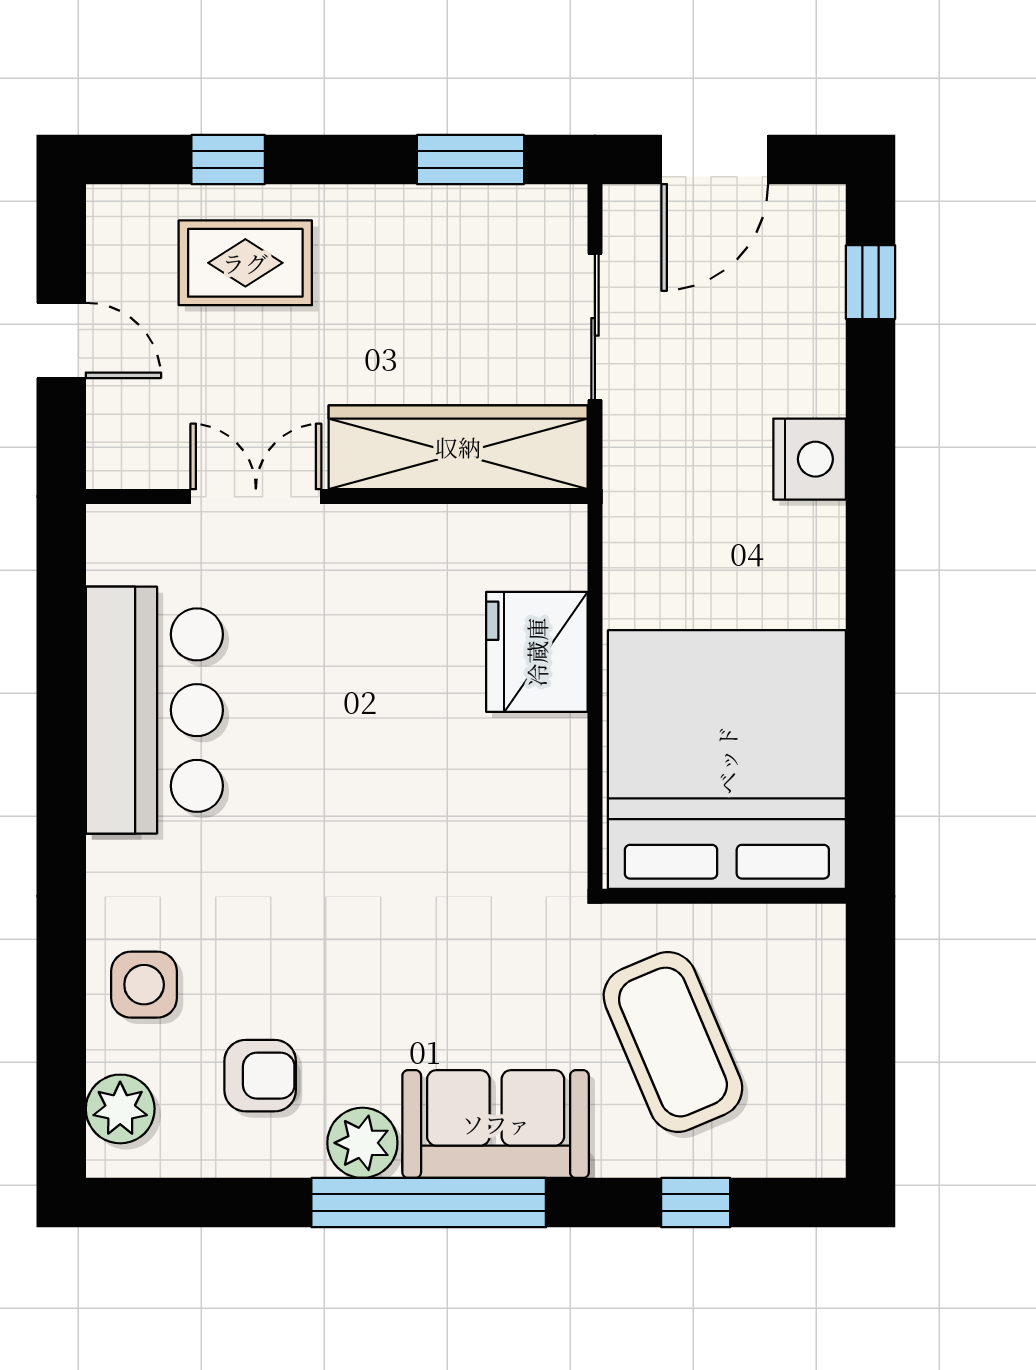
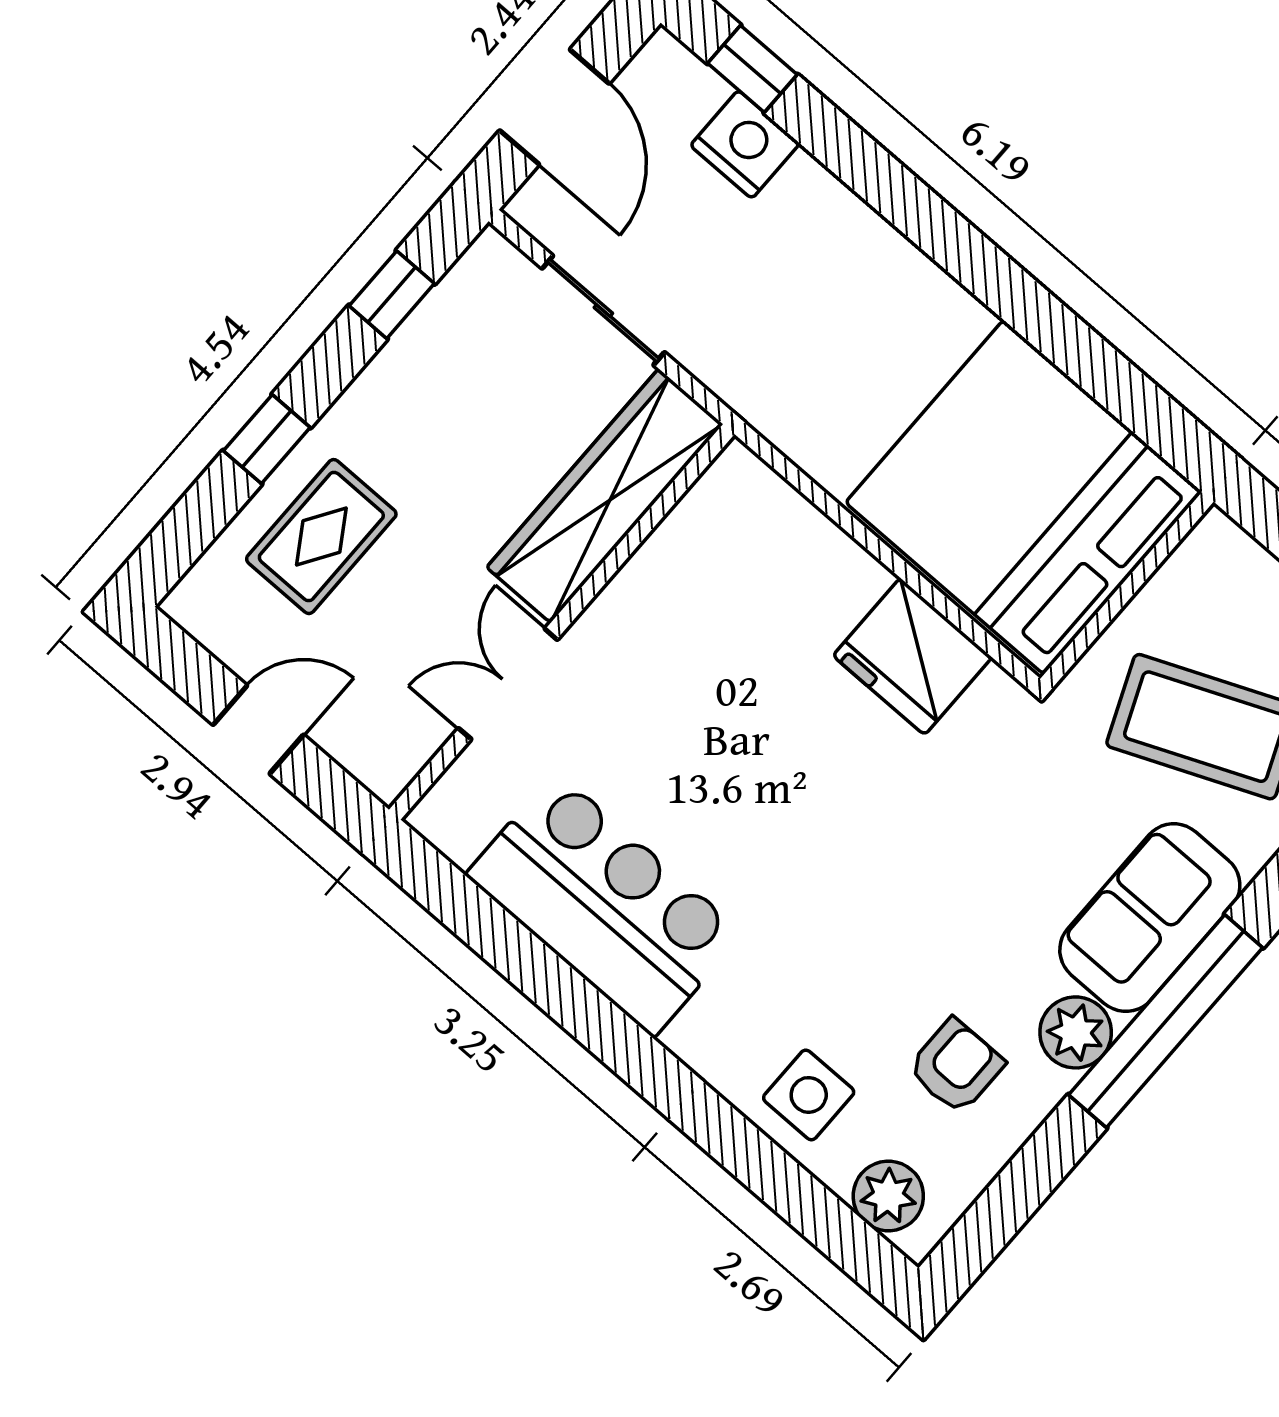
window: (228, 160) -> (267, 439), moved
window: (470, 160) -> (392, 295), width x0.67
nightstand: (810, 459) -> (745, 144), moved
fridge: (537, 652) -> (912, 656), moved

